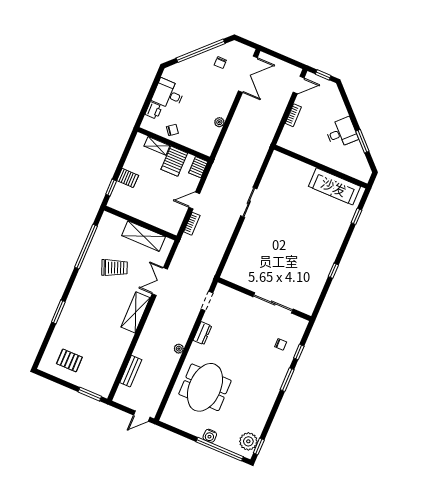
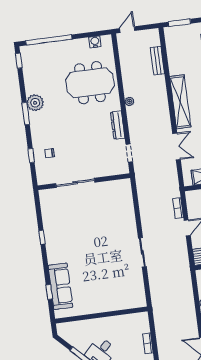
sofa: (334, 186) -> (60, 286), moved, turned 90
shelving: (136, 312) -> (180, 102), width x1.47
dresser: (202, 333) -> (118, 125), width x1.44
window: (287, 380) -> (26, 114), moved
meeting table: (205, 387) -> (90, 83), turned 90
water cooler: (210, 436) -> (95, 42), moved
plant: (248, 441) -> (35, 103), moved

